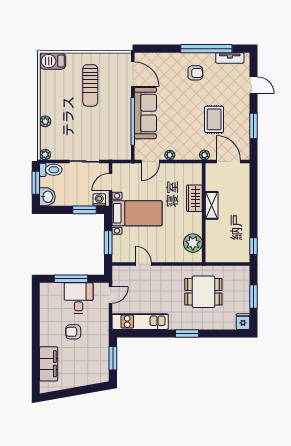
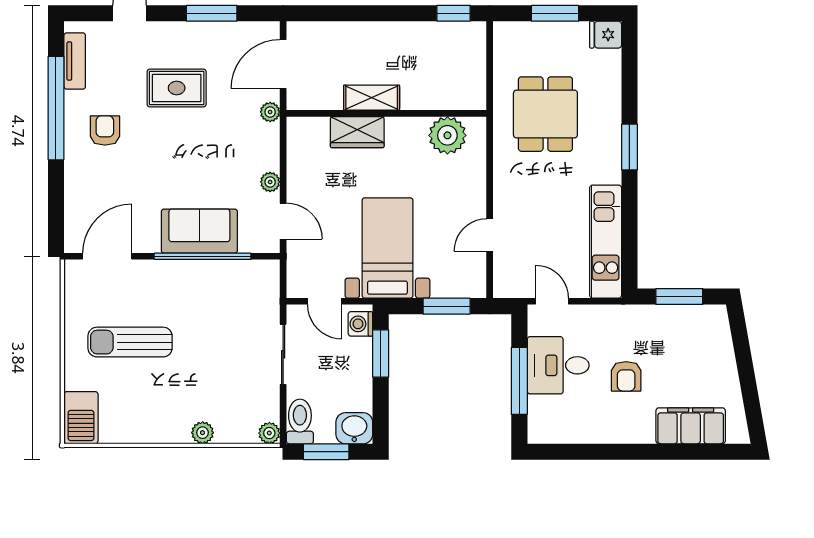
sun lounger: (90, 85) -> (130, 342), turned 180
sofa: (145, 113) -> (199, 231), width x0.73
rug: (214, 119) -> (177, 88), moved

